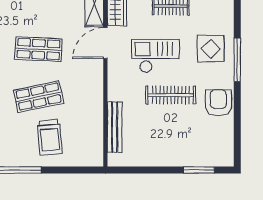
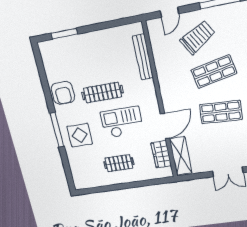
checkout: (155, 56) -> (122, 122), turned 180
trolley: (50, 137) -> (198, 37), turned 64
door: (75, 170) -> (169, 12), added

